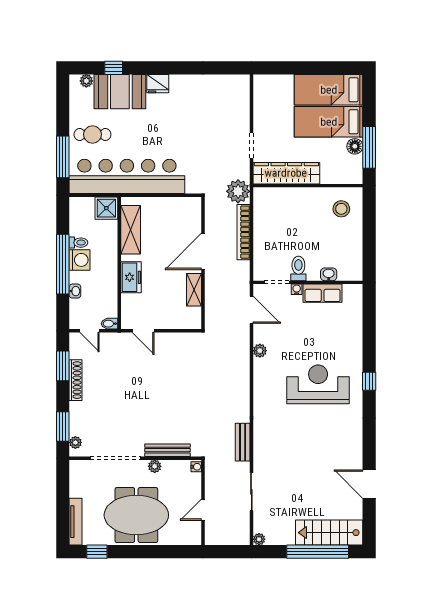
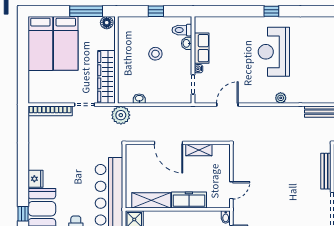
floor lamp: (355, 146) -> (107, 23), moved
stool: (341, 209) -> (155, 54), moved
washbasin: (259, 214) -> (139, 99), added
bookcase: (243, 232) -> (50, 111), moved
window: (369, 235) -> (156, 11), added
toilet: (298, 268) -> (182, 30), moved
freezer: (131, 277) -> (189, 200), width x1.40
door: (251, 310) -> (227, 105), moved
plant: (260, 351) -> (281, 98), moved

